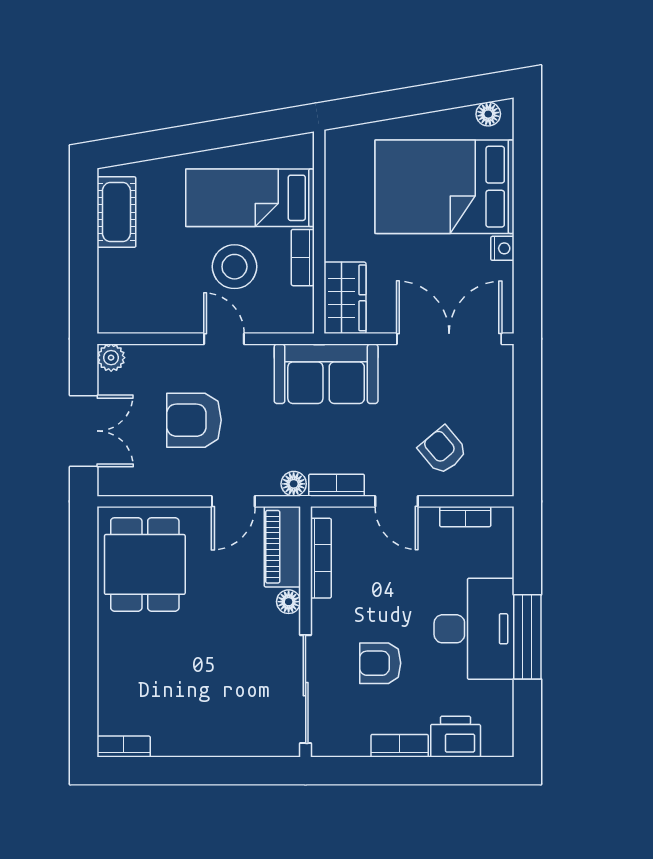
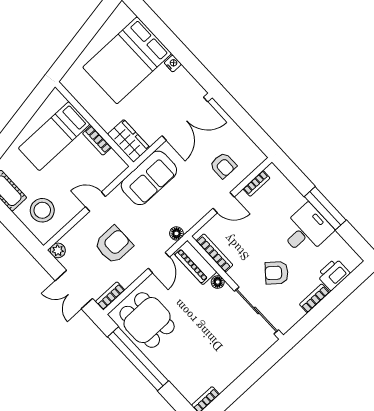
floor lamp: (488, 114) -> (118, 15), removed
stool: (234, 267) -> (42, 210), moved
double door: (449, 339) -> (185, 119), swing flipped
armchair: (194, 420) -> (114, 245), turned 180
double door: (84, 431) -> (74, 290), swing flipped
armchair: (443, 450) -> (223, 165), turned -140
bookcase: (337, 485) -> (110, 296), moved
window: (84, 606) -> (138, 359), added
desk: (474, 629) -> (306, 230), width x0.73
armchair: (380, 663) -> (277, 273), turned 40

